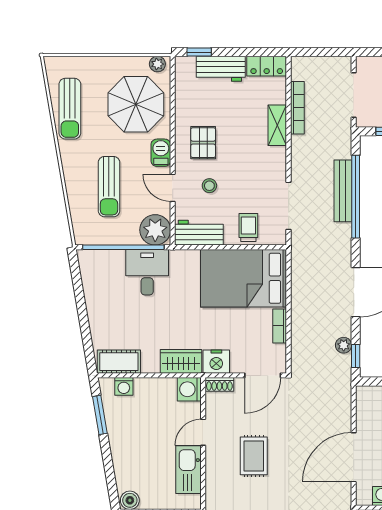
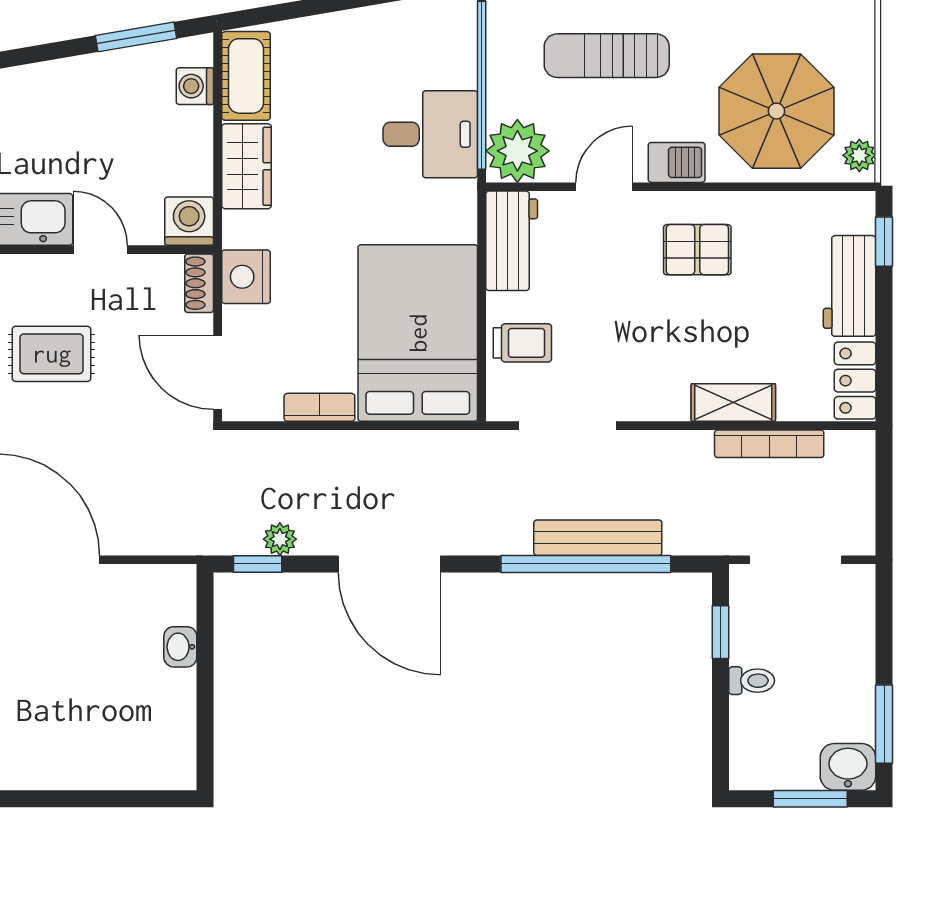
stool: (209, 186) -> (609, 263), removed
wardrobe: (181, 361) -> (246, 166), moved

